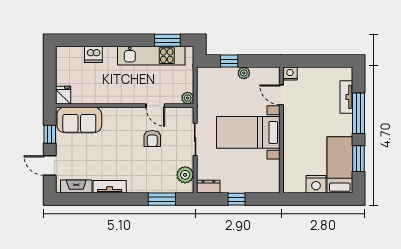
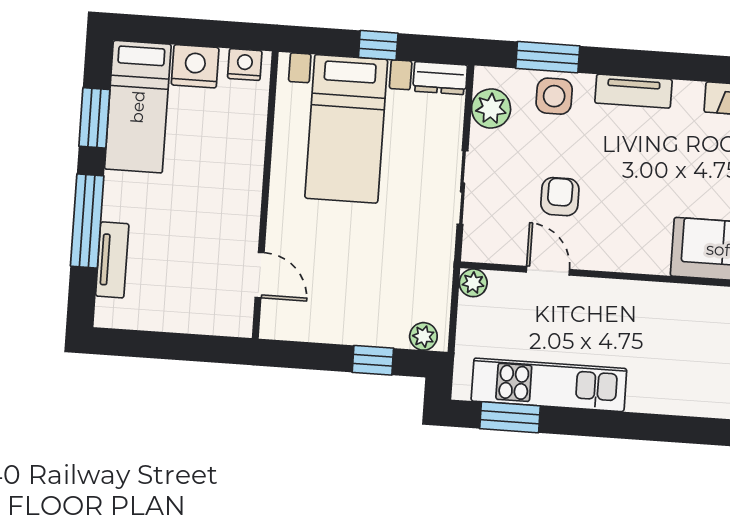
dishwasher: (93, 54) -> (680, 397), removed
plant: (244, 73) -> (423, 336), moved
nightstand: (290, 74) -> (245, 65), moved, turned 180
bed with nightstands: (248, 132) -> (346, 129), moved, turned 90
side table: (158, 182) -> (554, 96), added
tv unit: (110, 187) -> (633, 91), moved

